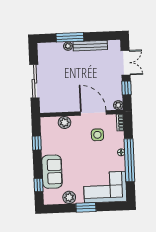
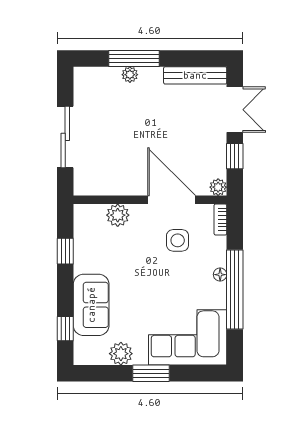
bench: (90, 46) -> (195, 75), moved

